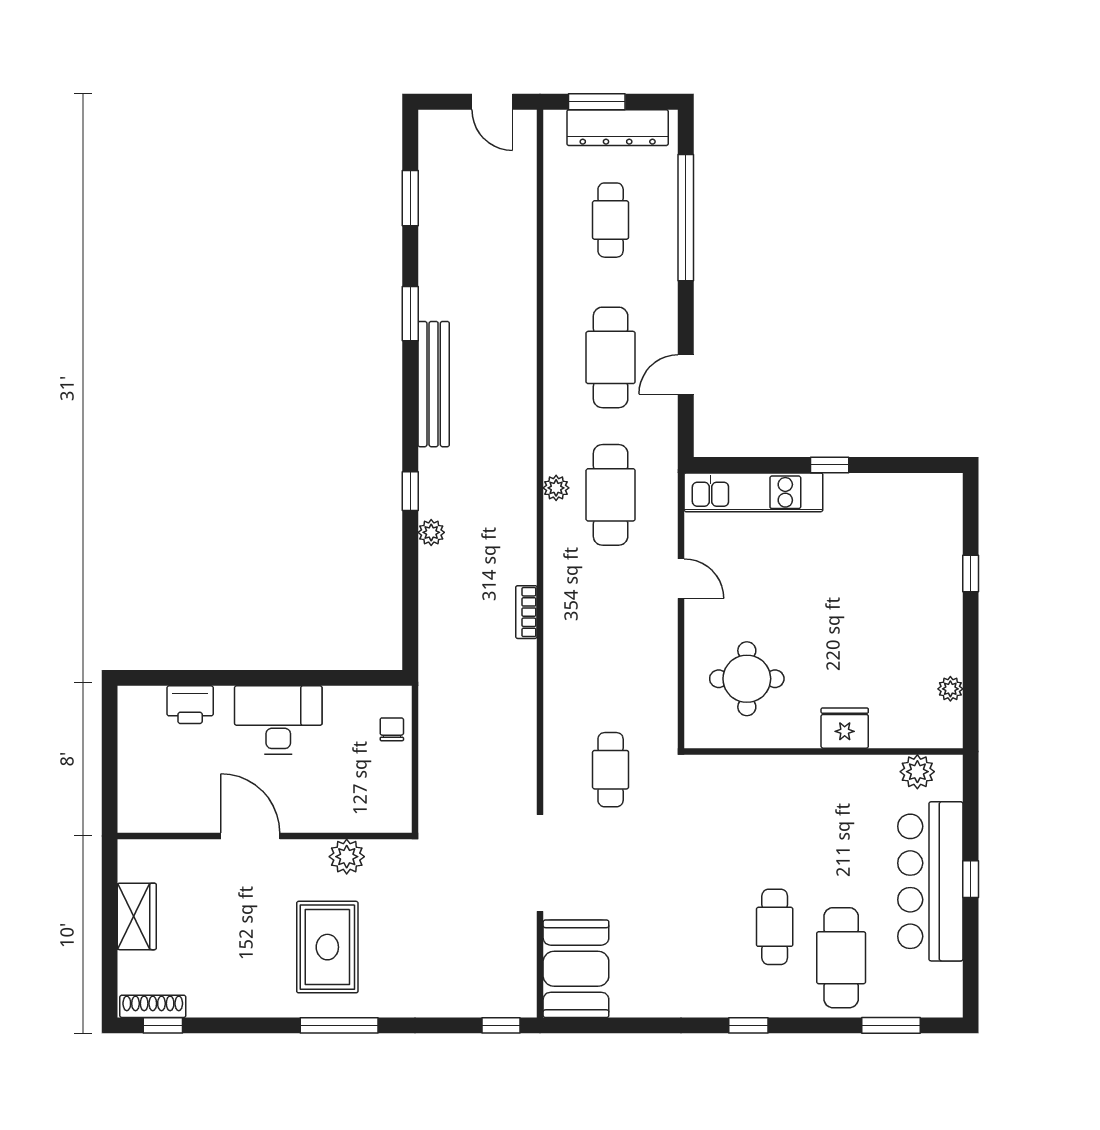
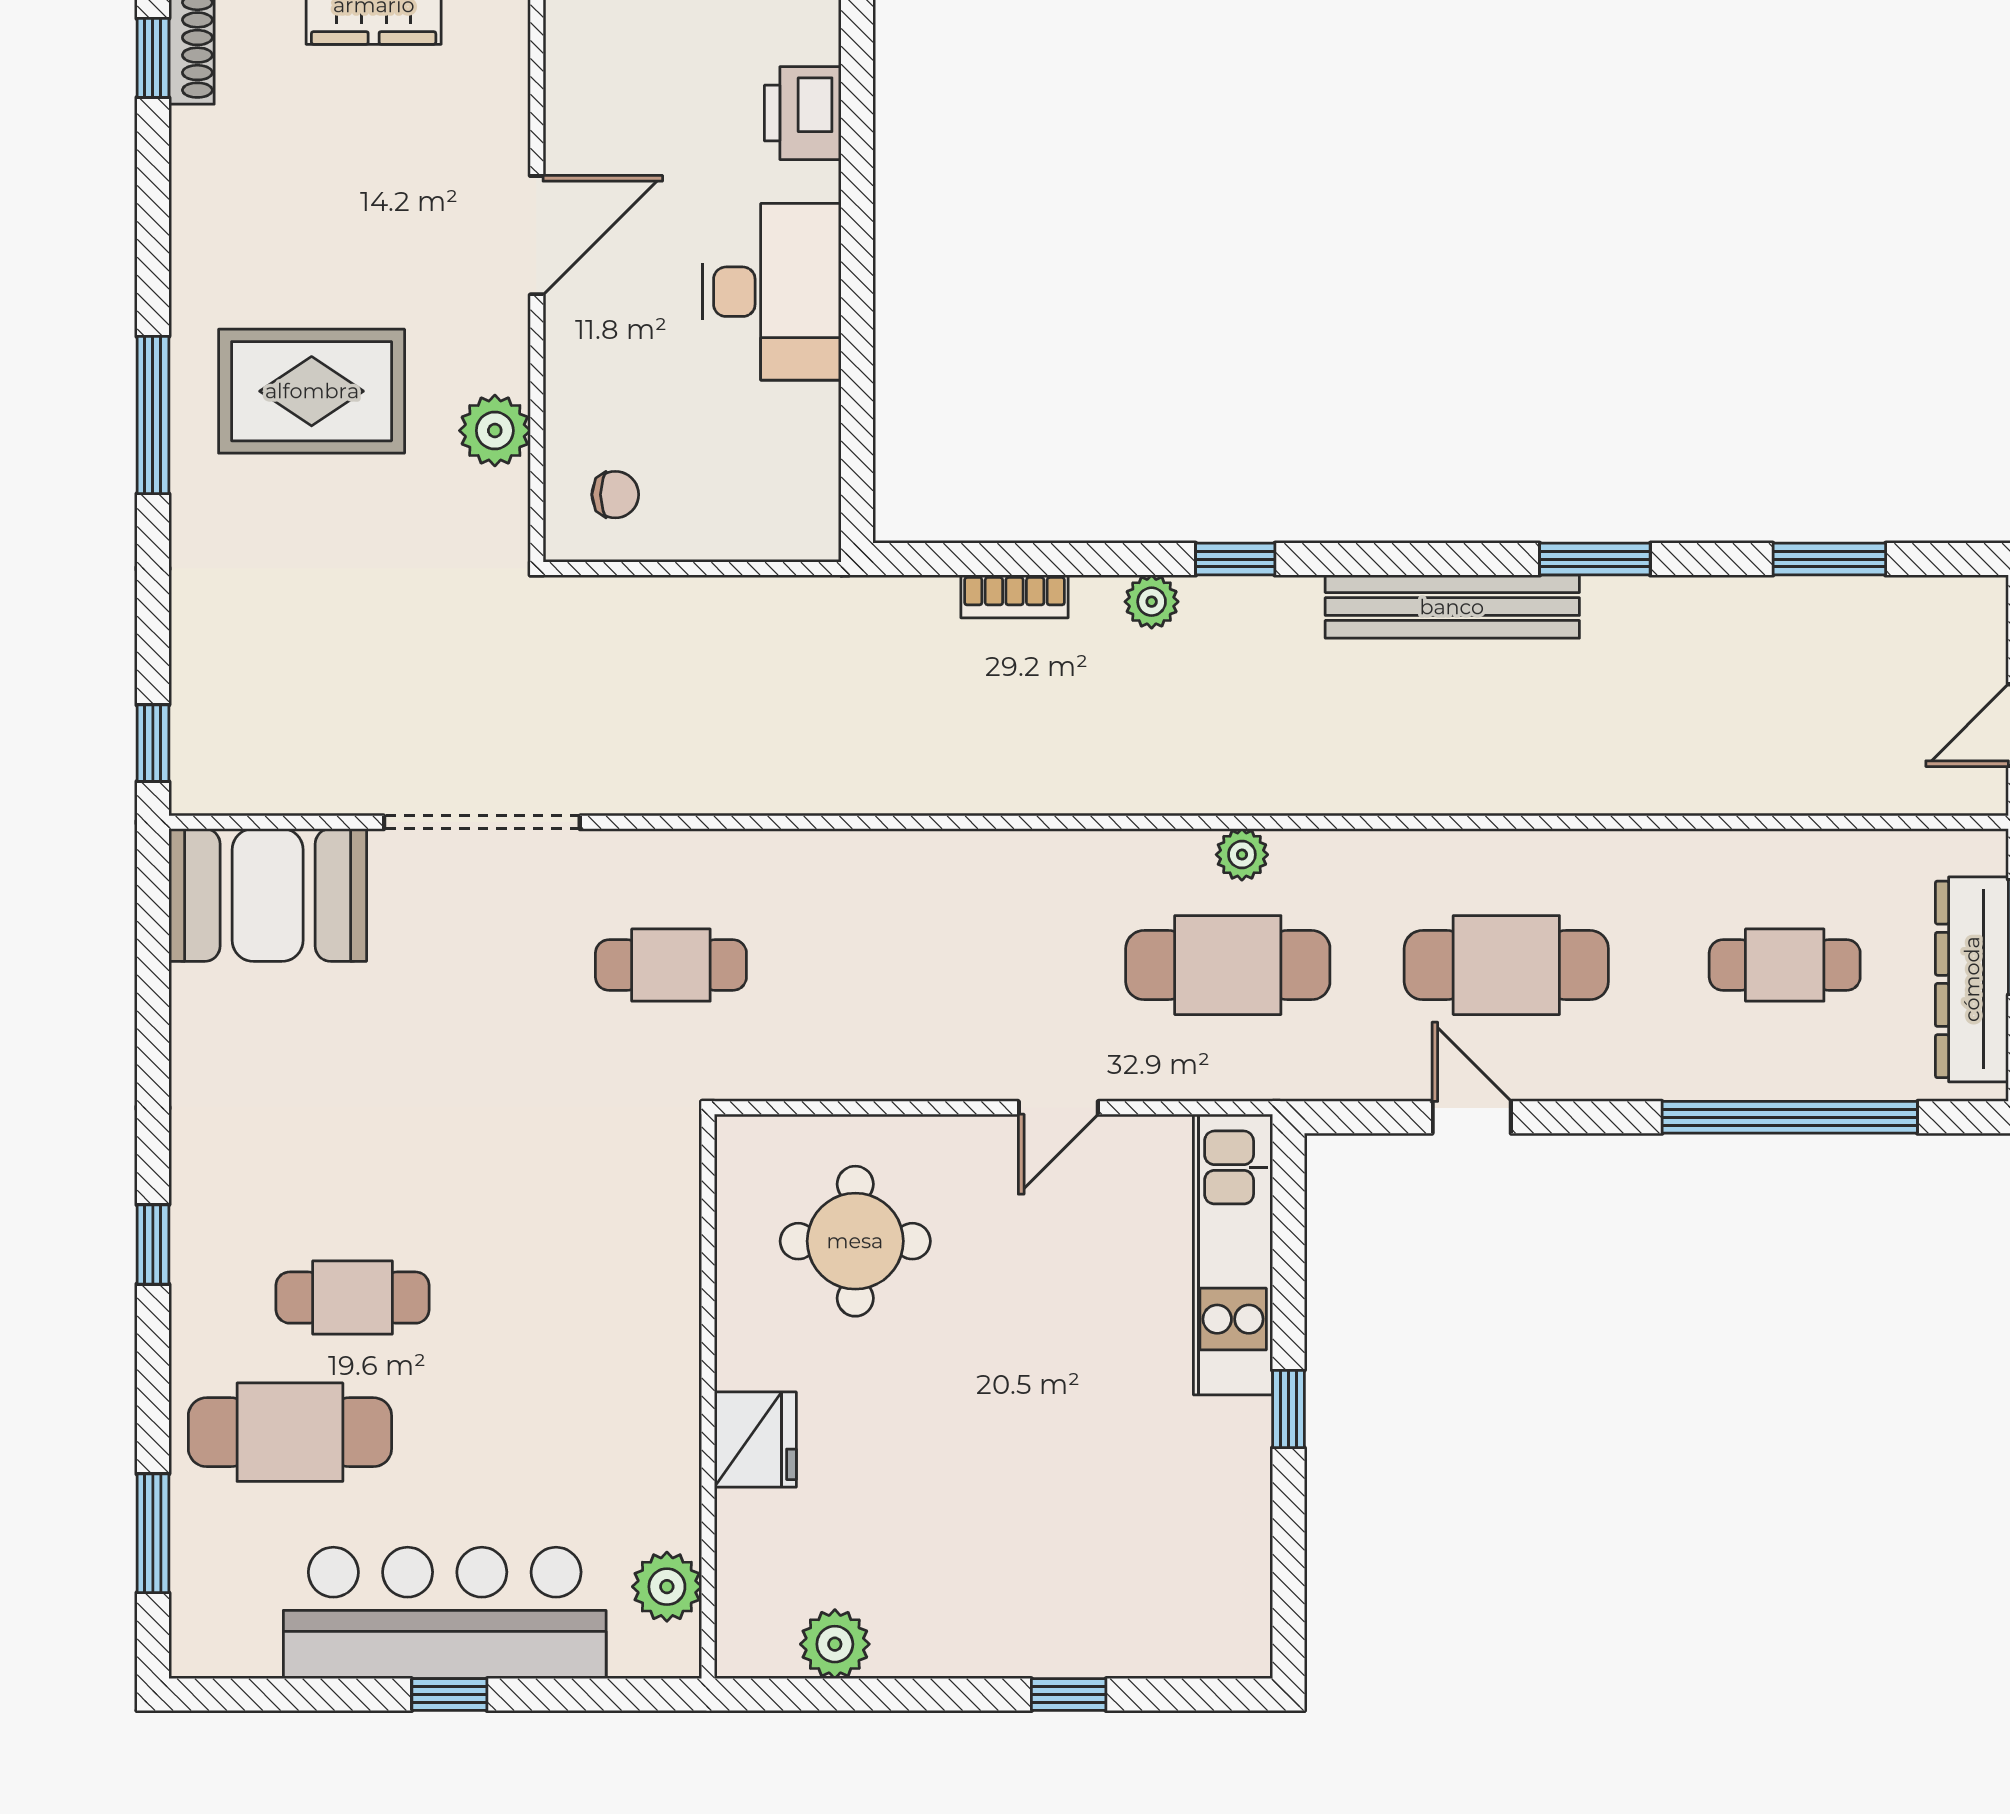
bookcase: (526, 612) -> (1015, 596), moved, turned 180
plant: (950, 689) -> (835, 1644), width x1.38, depth x1.38
chair: (392, 729) -> (615, 495), moved

